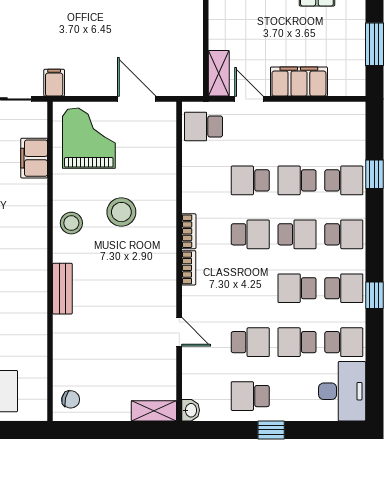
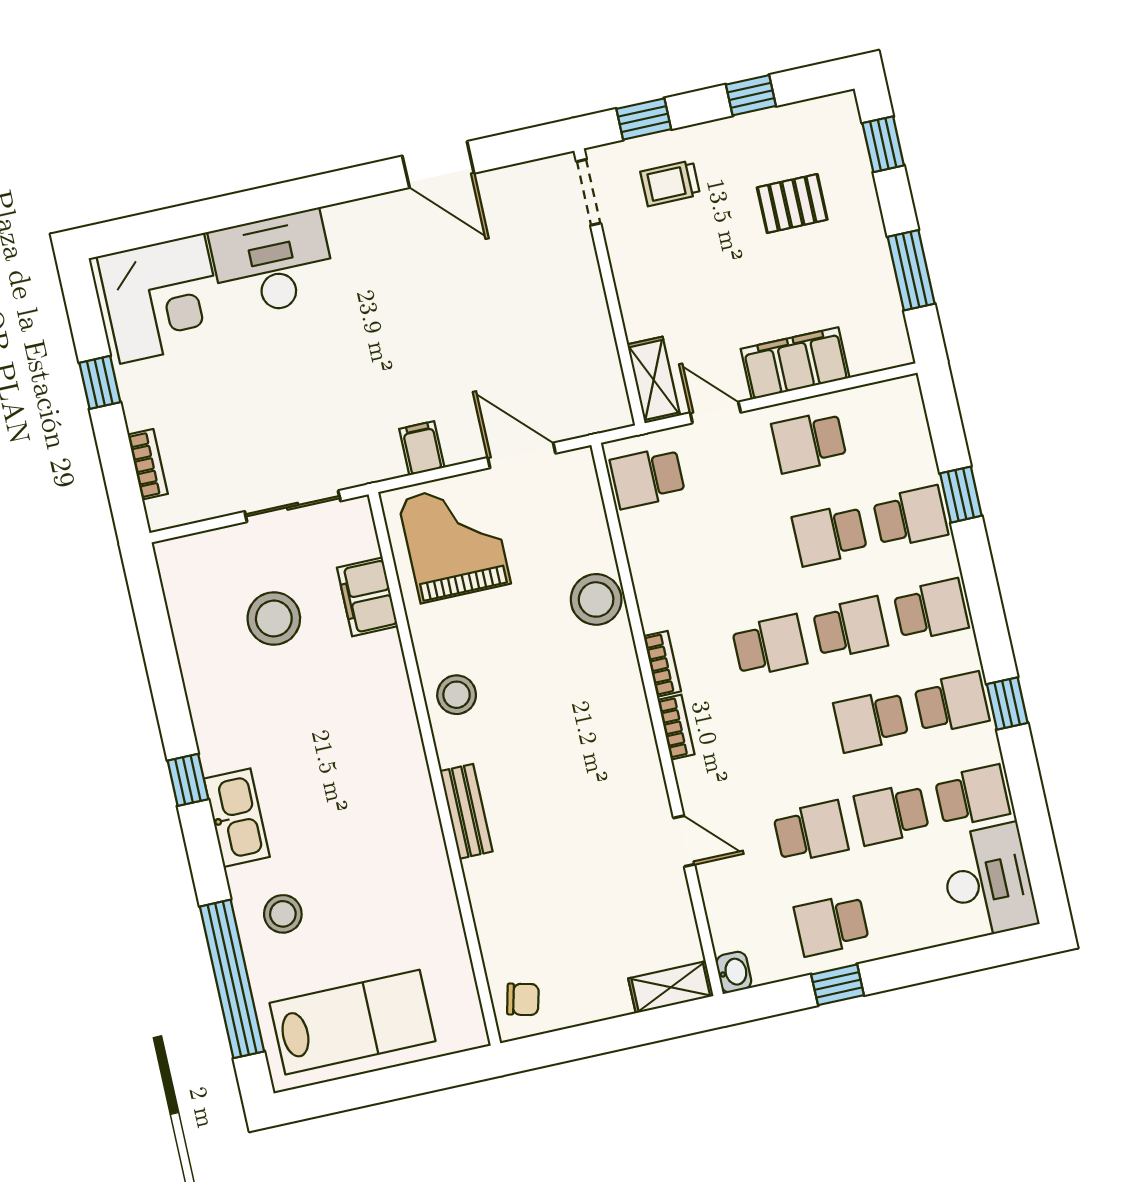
filing cabinet: (54, 83) -> (422, 448), moved
school desk: (250, 180) -> (809, 442), moved
stool: (121, 212) -> (596, 599), moved
window: (271, 430) -> (838, 985), moved

